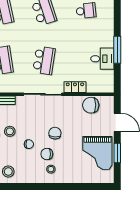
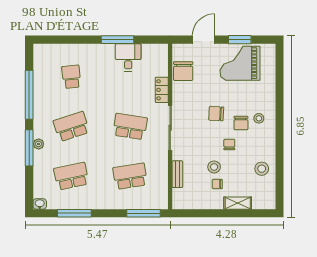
grand piano: (97, 153) -> (240, 63), turned 180

